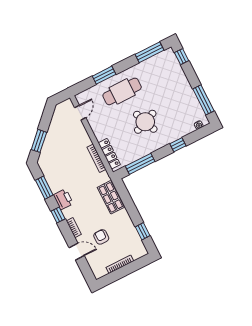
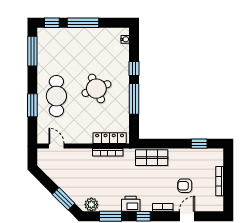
window: (203, 100) -> (83, 23), moved
window: (140, 164) -> (134, 99), moved
plant: (46, 167) -> (91, 205), added

